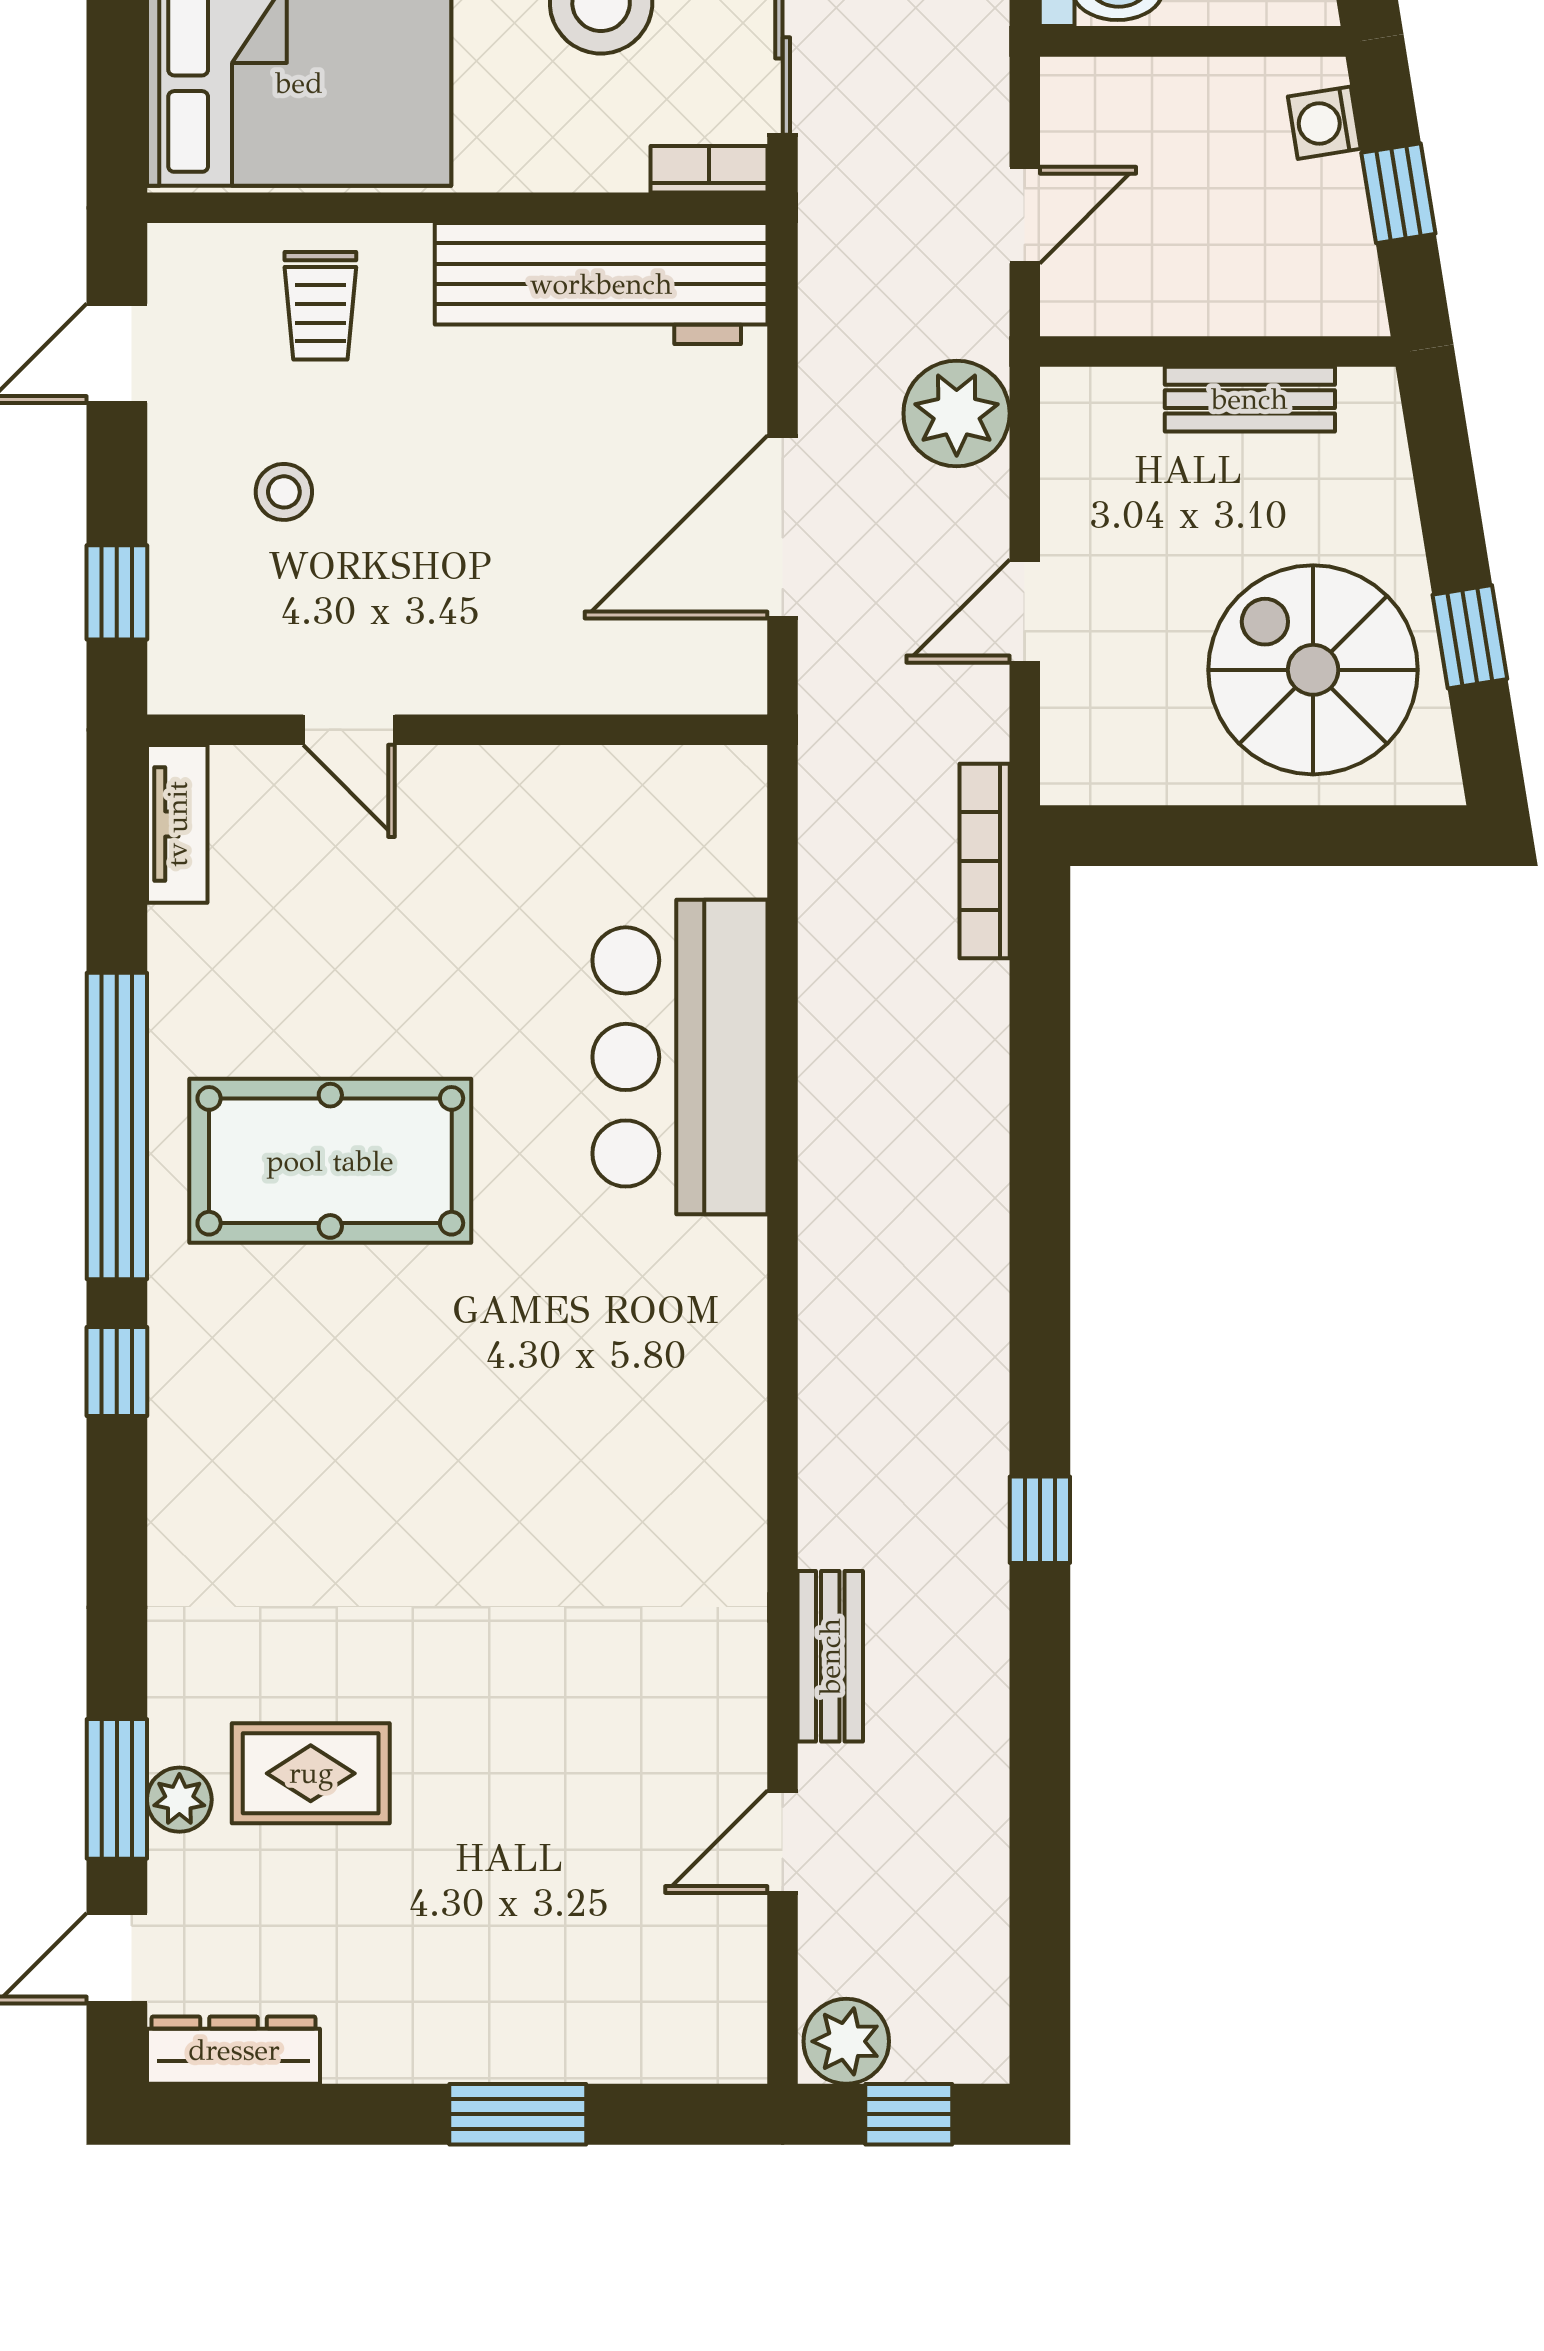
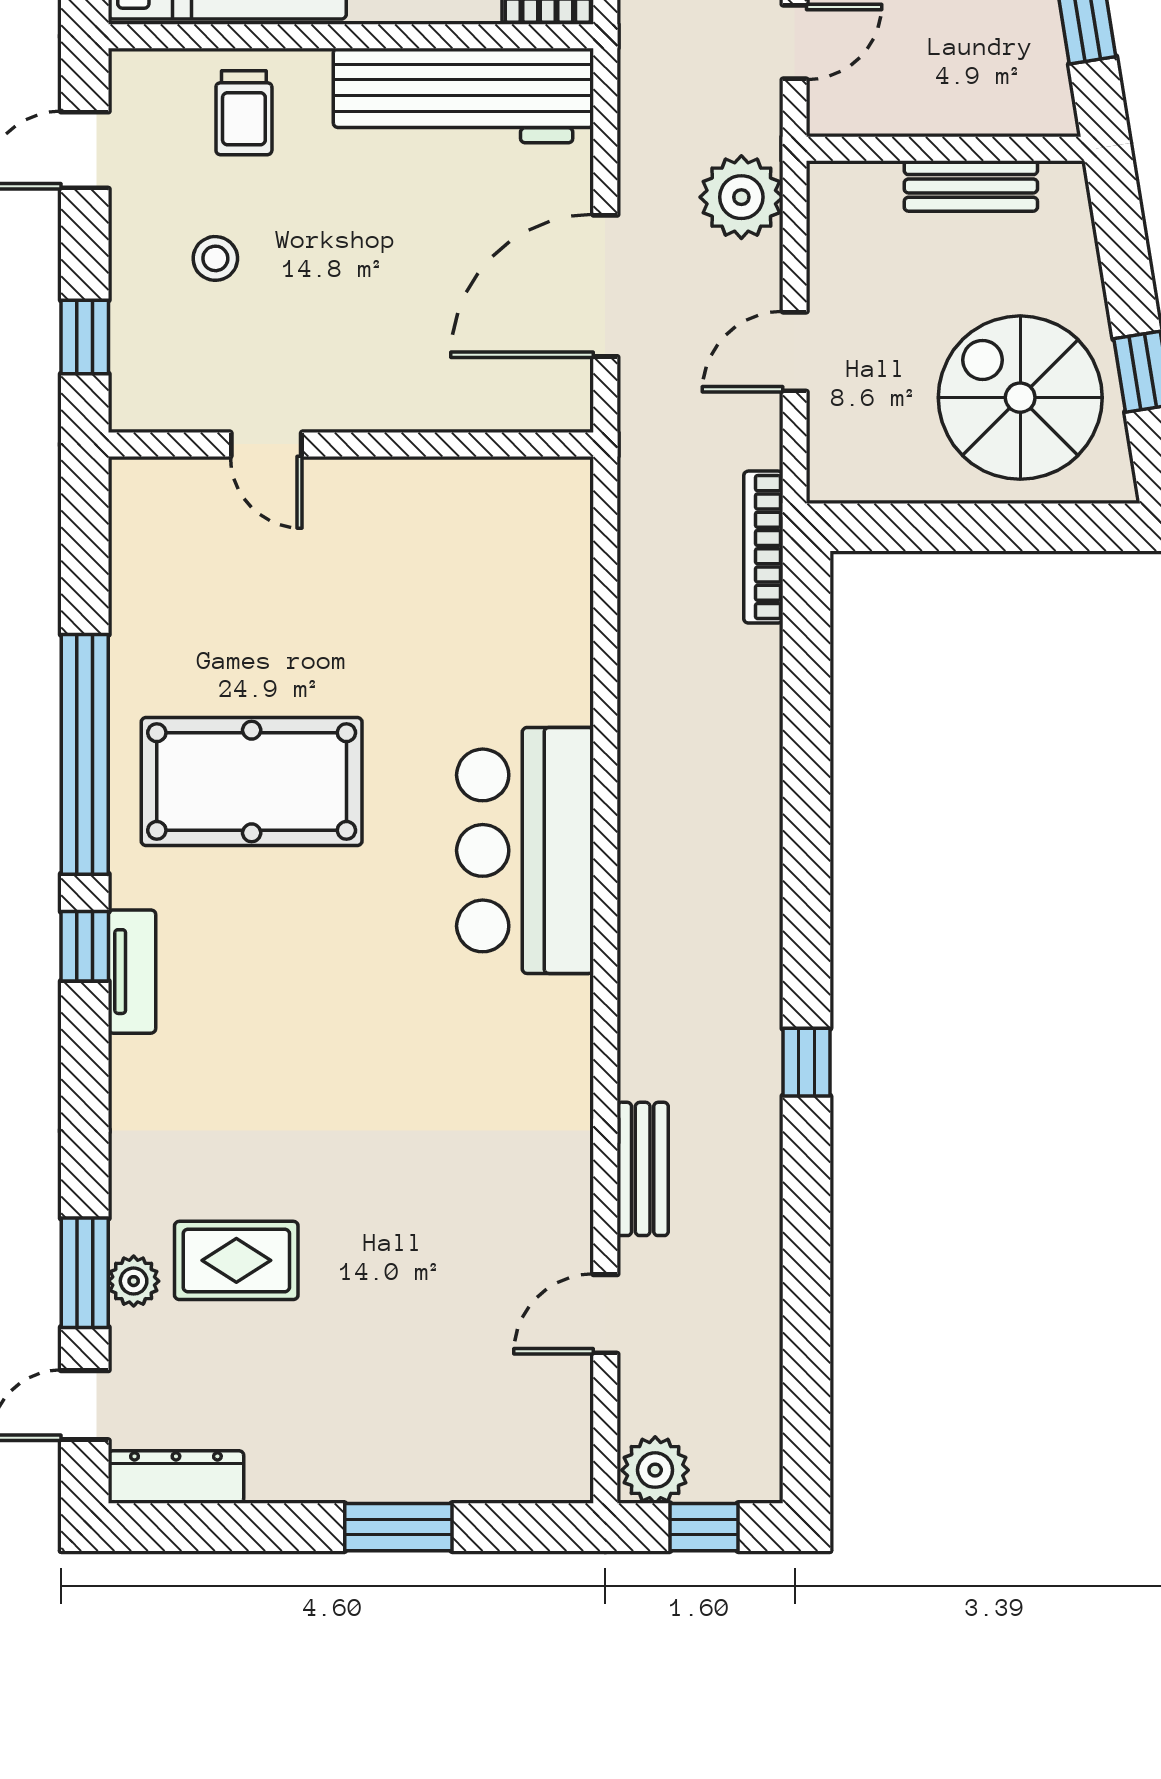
tv unit: (177, 824) -> (132, 972), moved
bar counter: (680, 1057) -> (525, 850), moved

